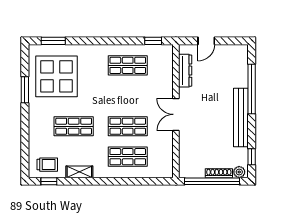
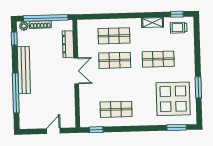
dresser: (185, 71) -> (68, 44), moved

